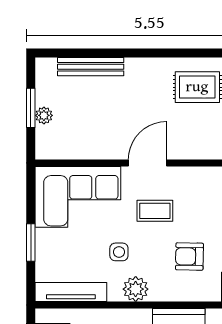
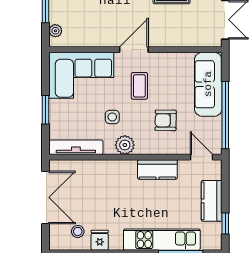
plant: (44, 115) -> (55, 31), moved
coffee table: (155, 211) -> (139, 86), turned 90

